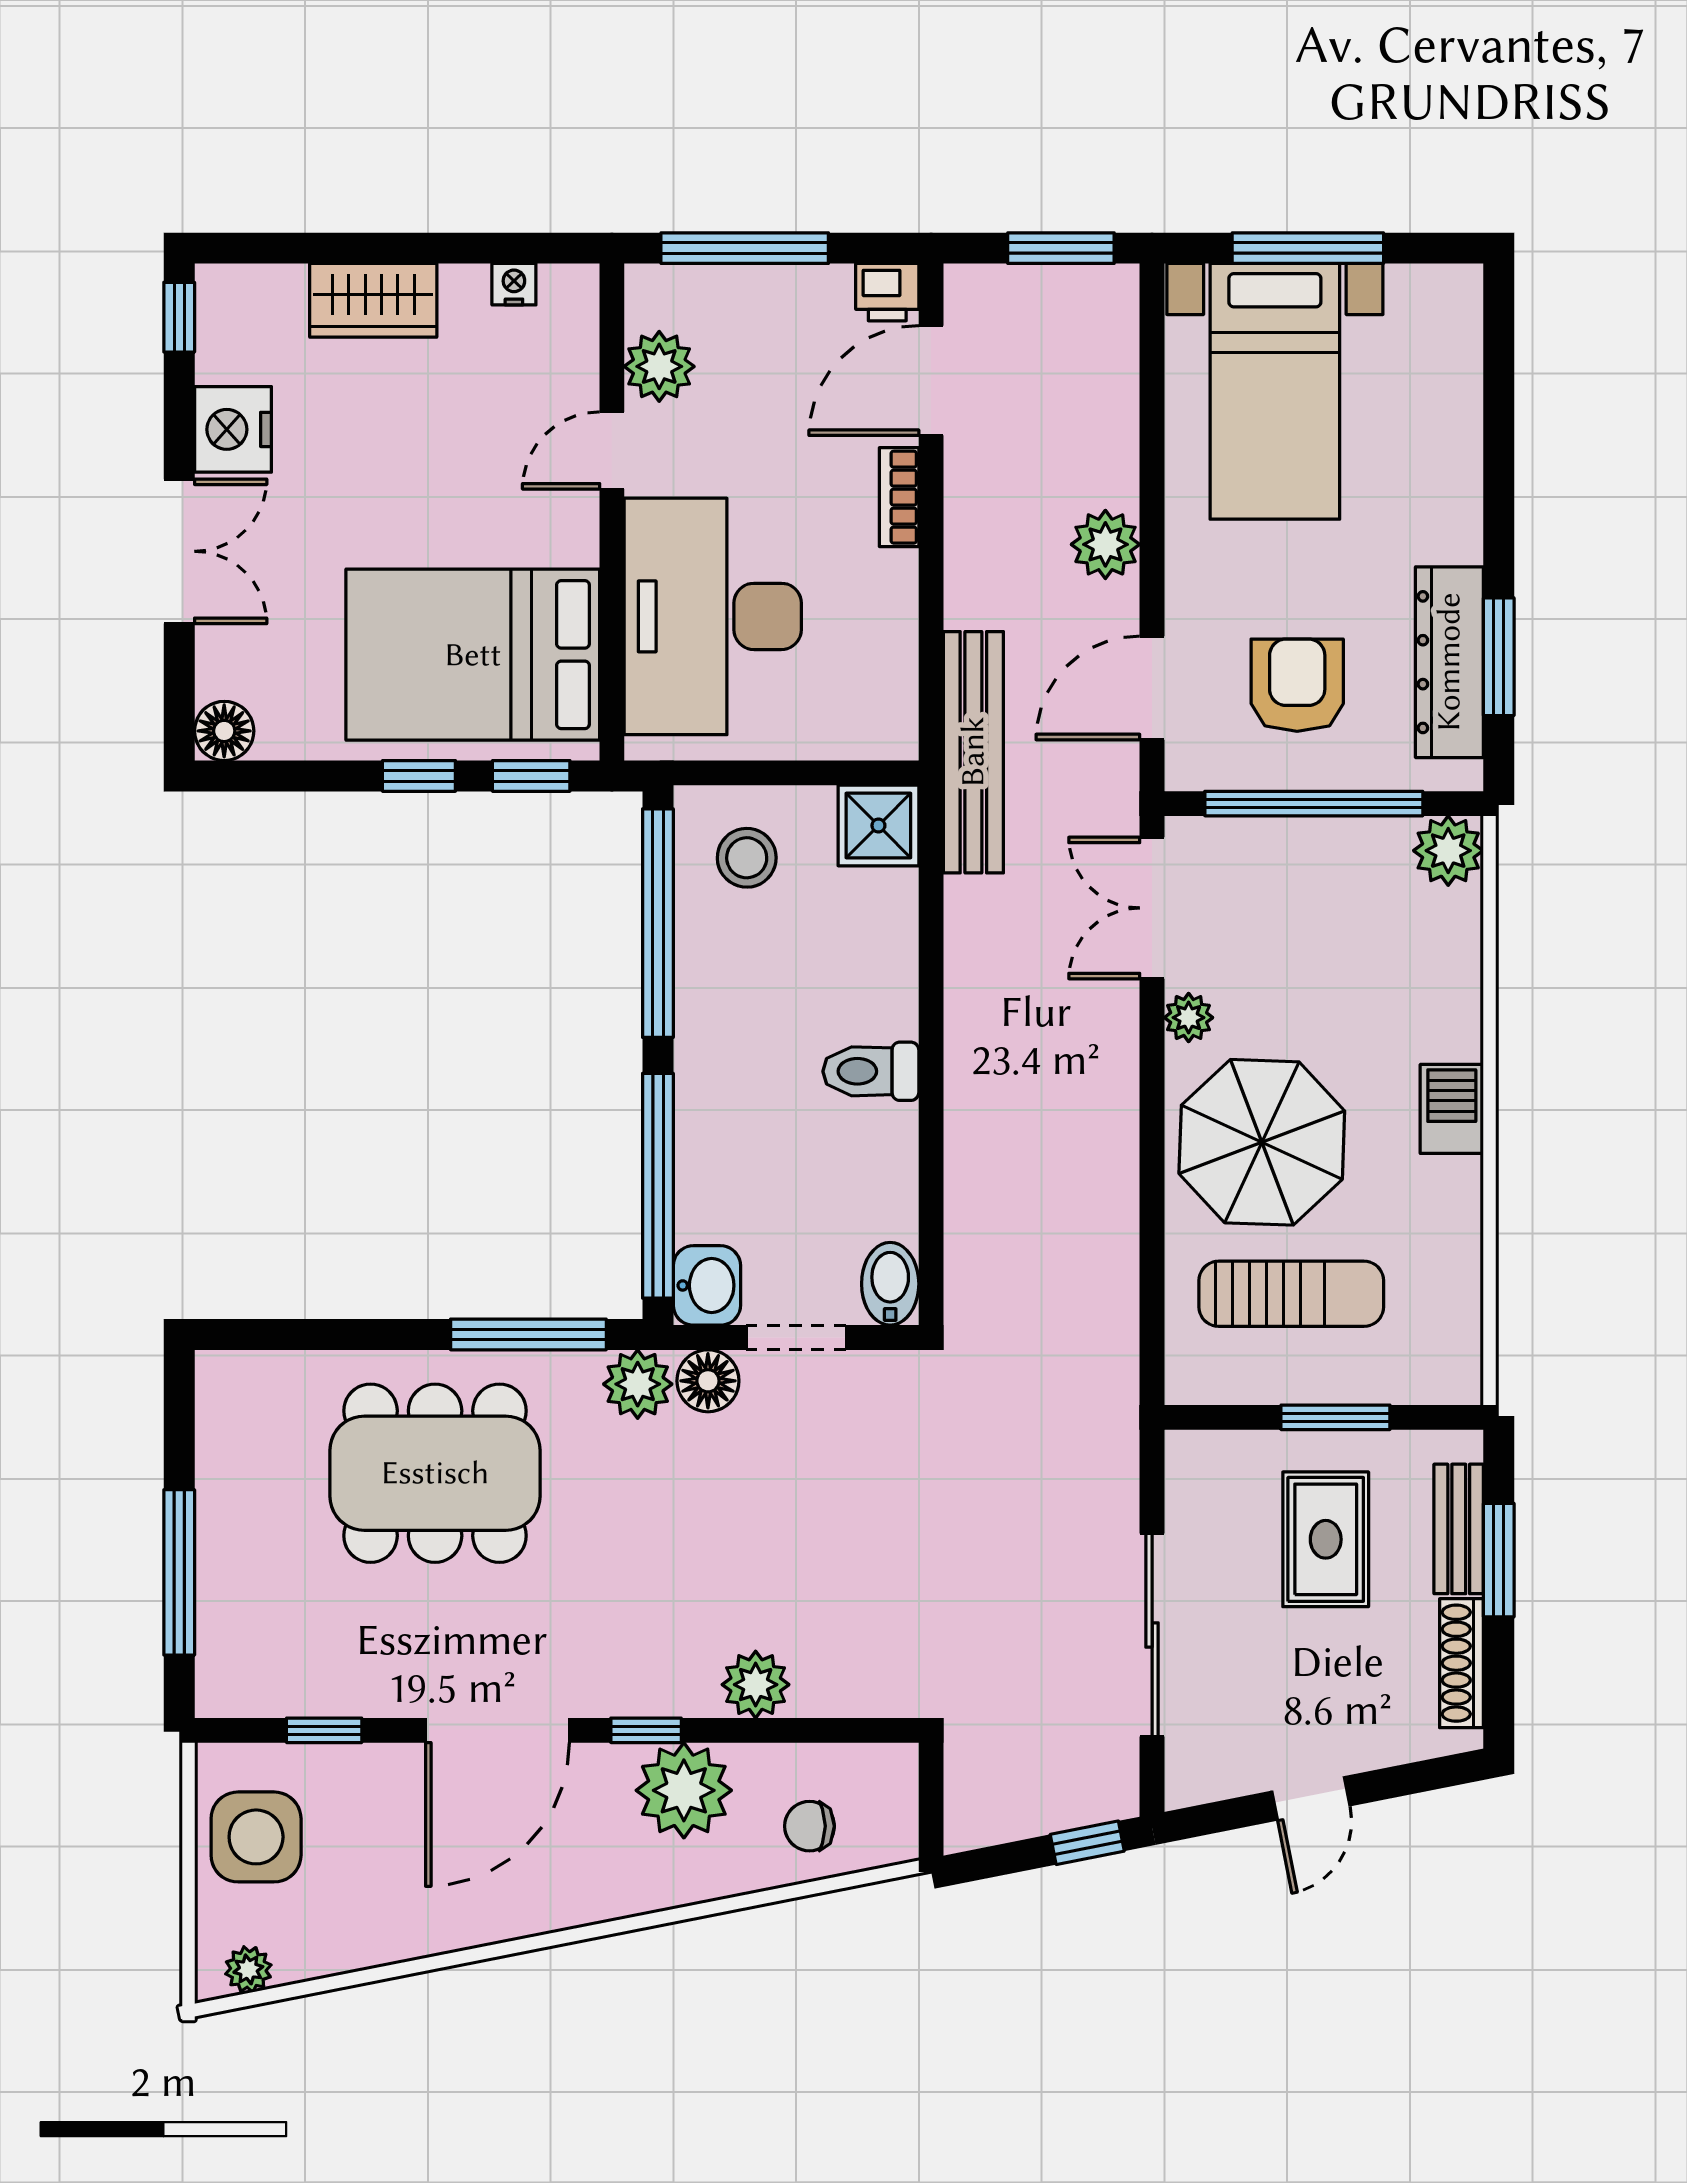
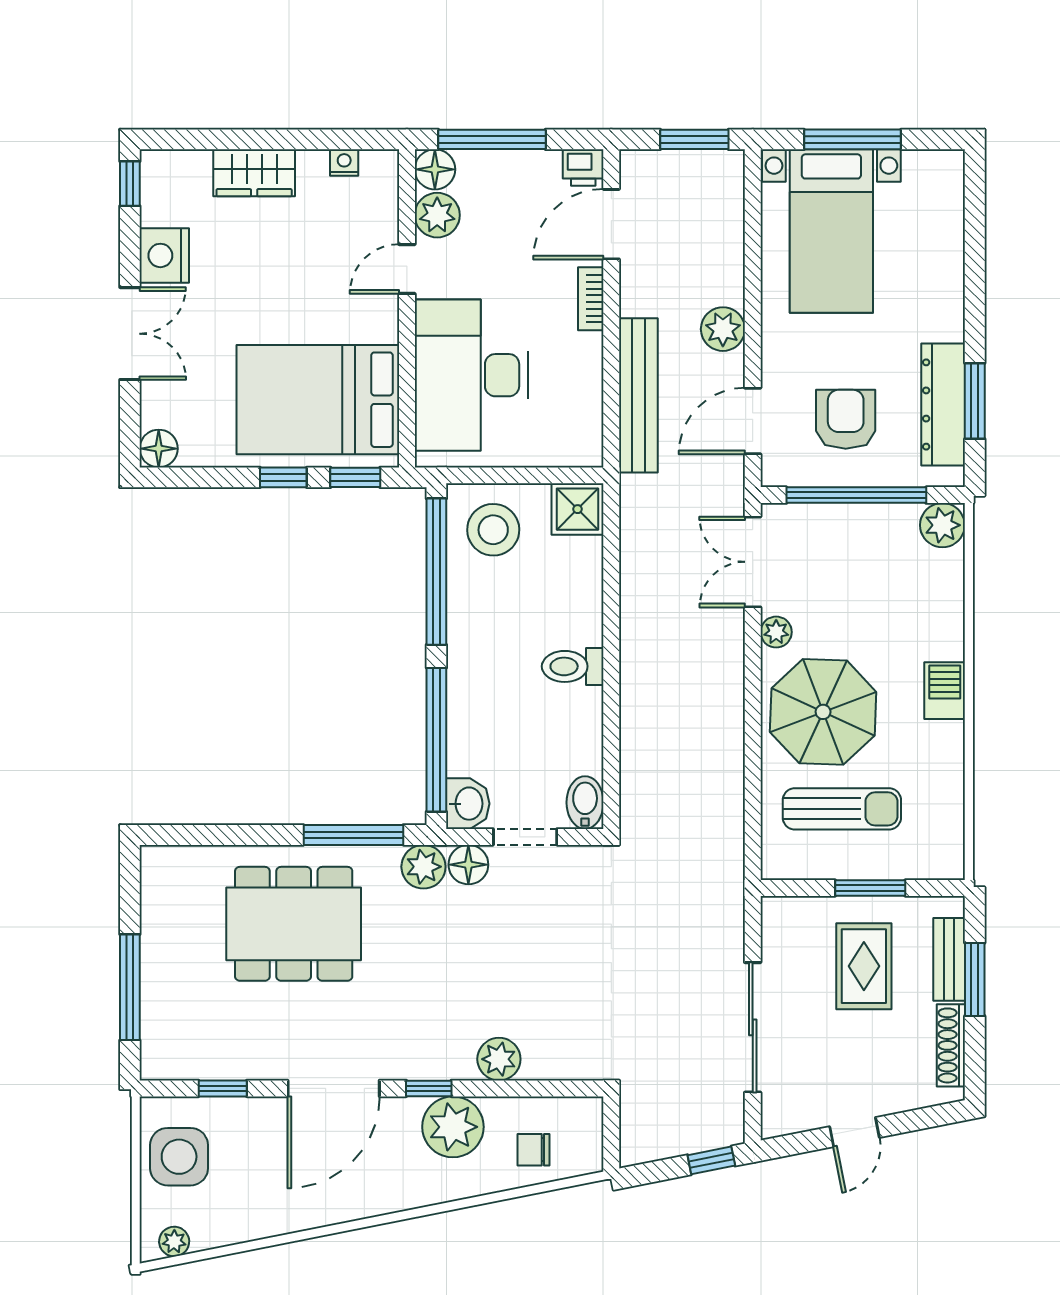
floor lamp: (656, 295) -> (435, 169), added
bench: (973, 752) -> (638, 395), moved
stool: (747, 858) -> (493, 530), width x1.38, depth x1.38

